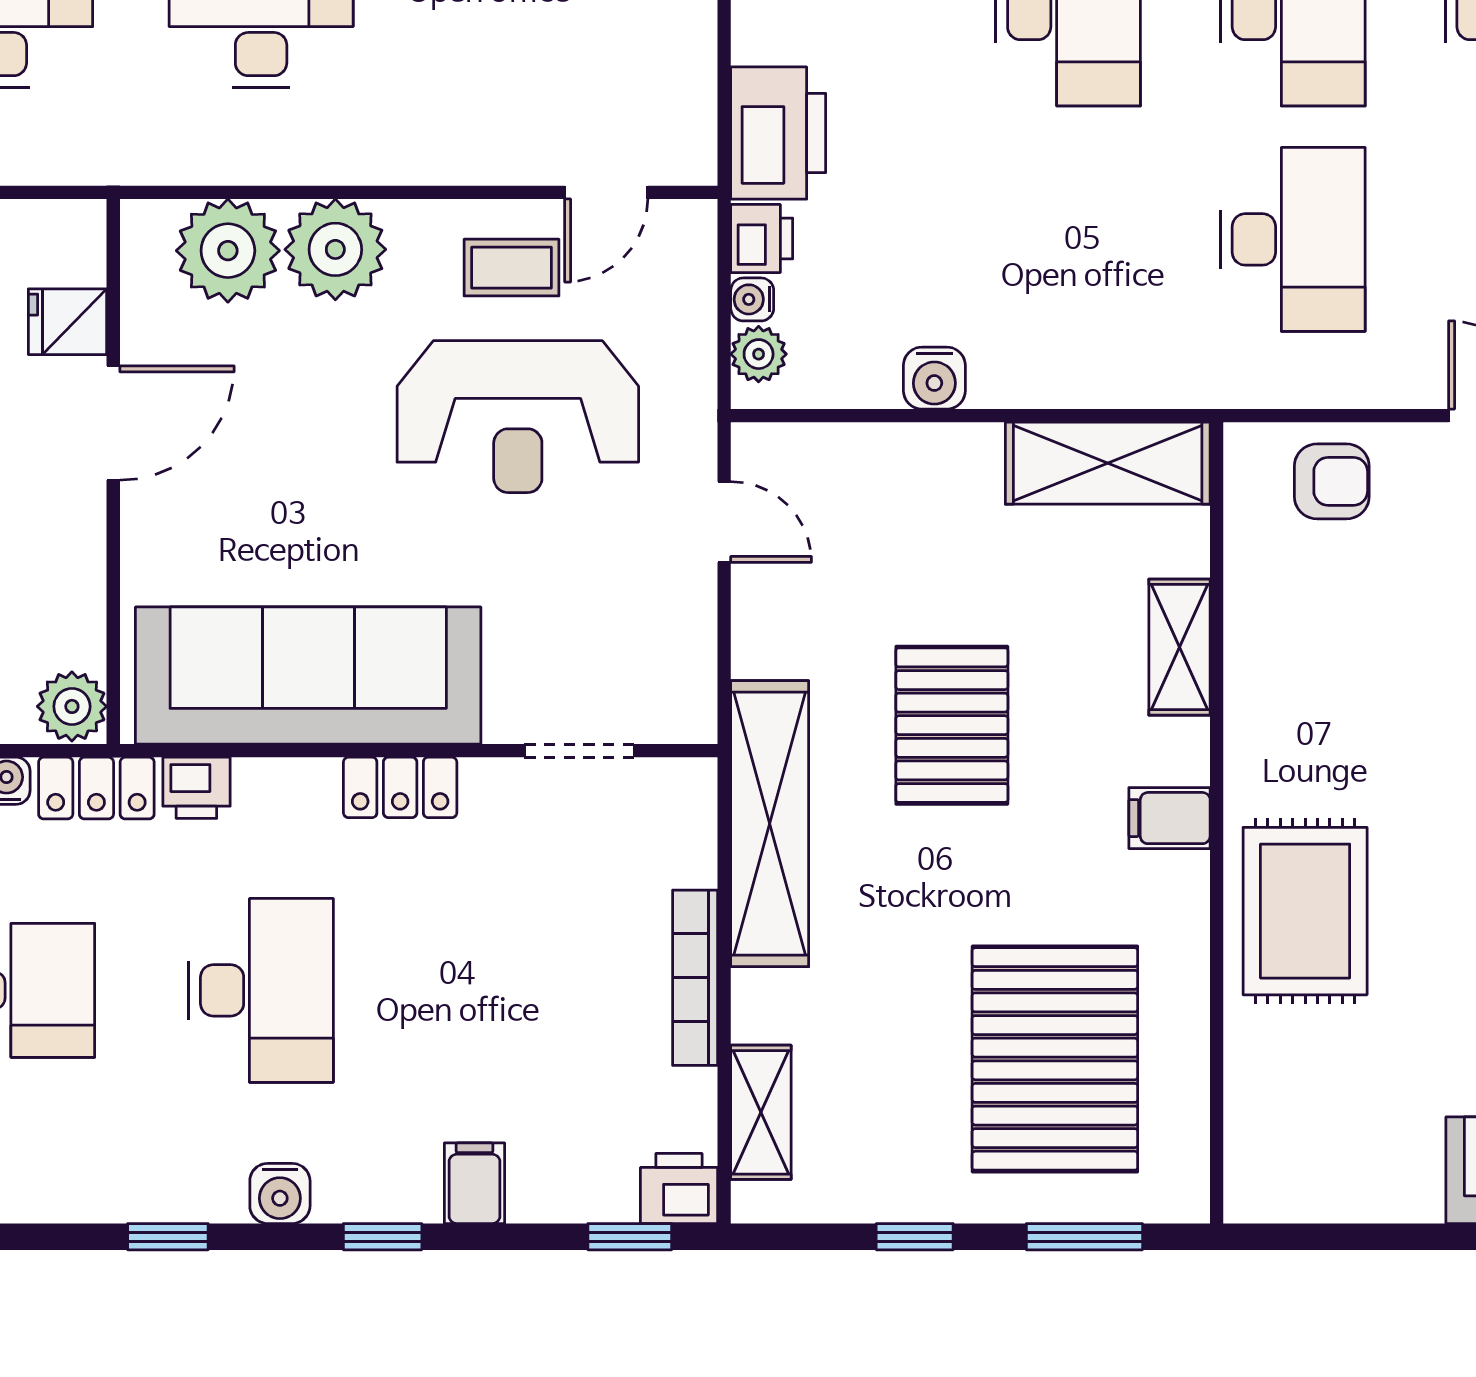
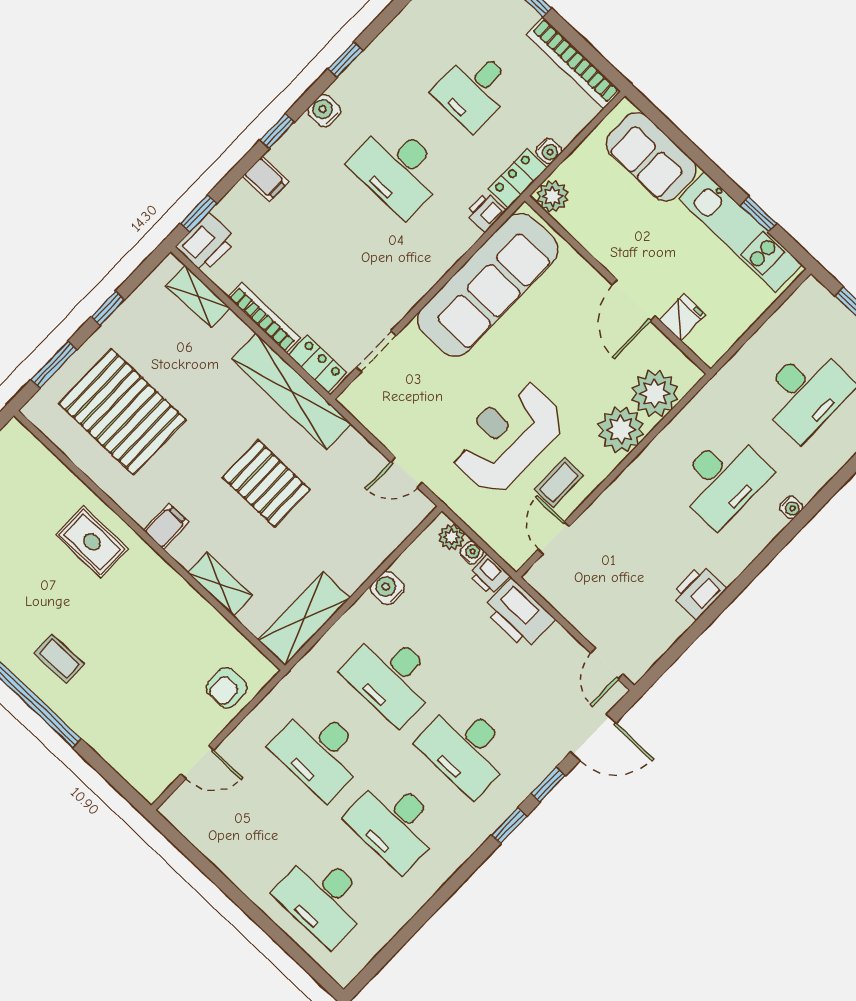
desk: (1068, 239) -> (391, 677), added
locker: (400, 787) -> (317, 364), moved, turned 90
rug: (1305, 911) -> (92, 542), width x0.73, depth x0.70
printer: (679, 1188) -> (206, 243), width x1.36, depth x1.24

